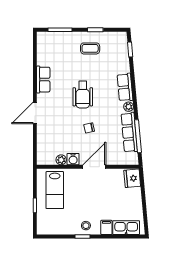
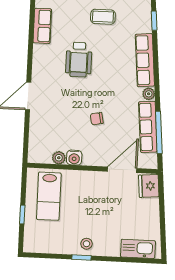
row of seats: (43, 80) -> (42, 26), moved
row of seats: (125, 87) -> (145, 60), width x1.48
wheelchair: (83, 95) -> (79, 60), moved
door: (94, 167) -> (122, 170), moved
filing cabinet: (106, 227) -> (113, 247), removed

